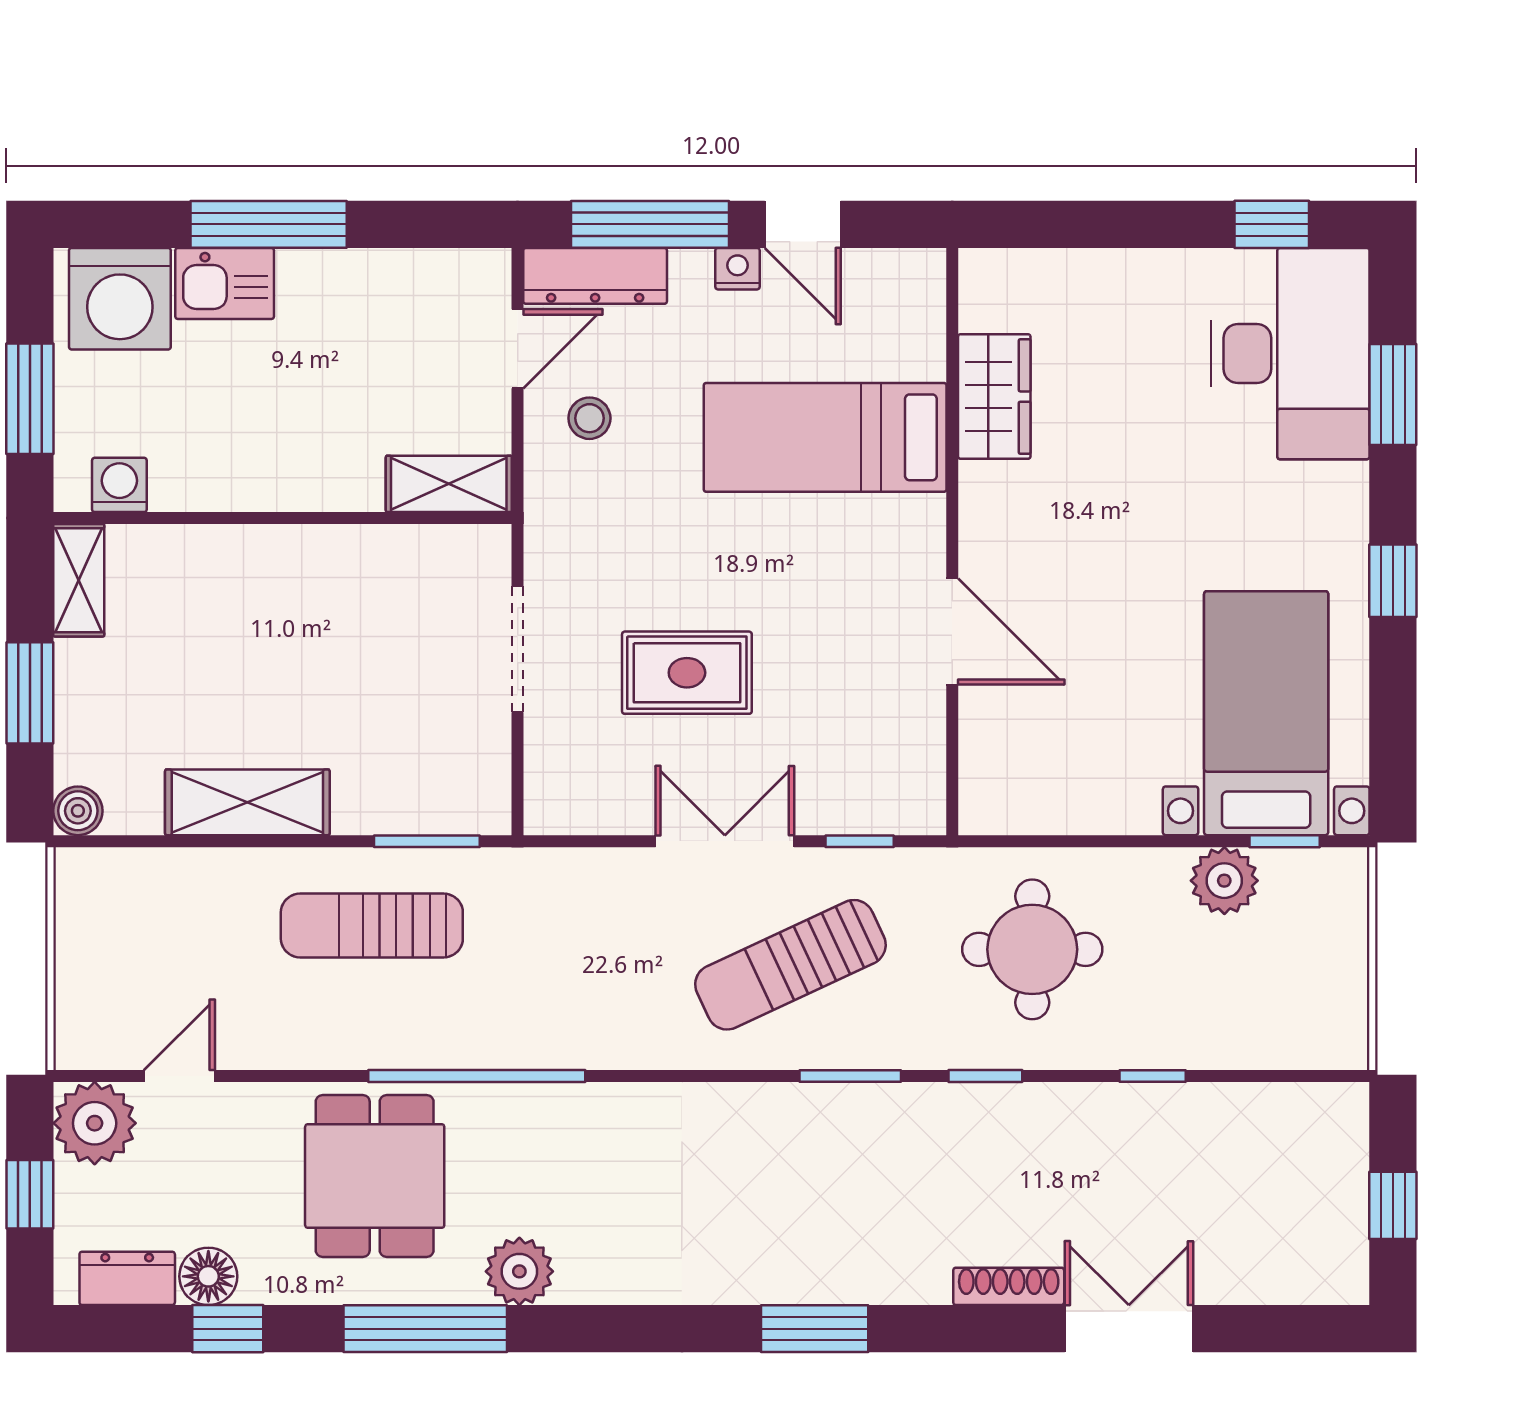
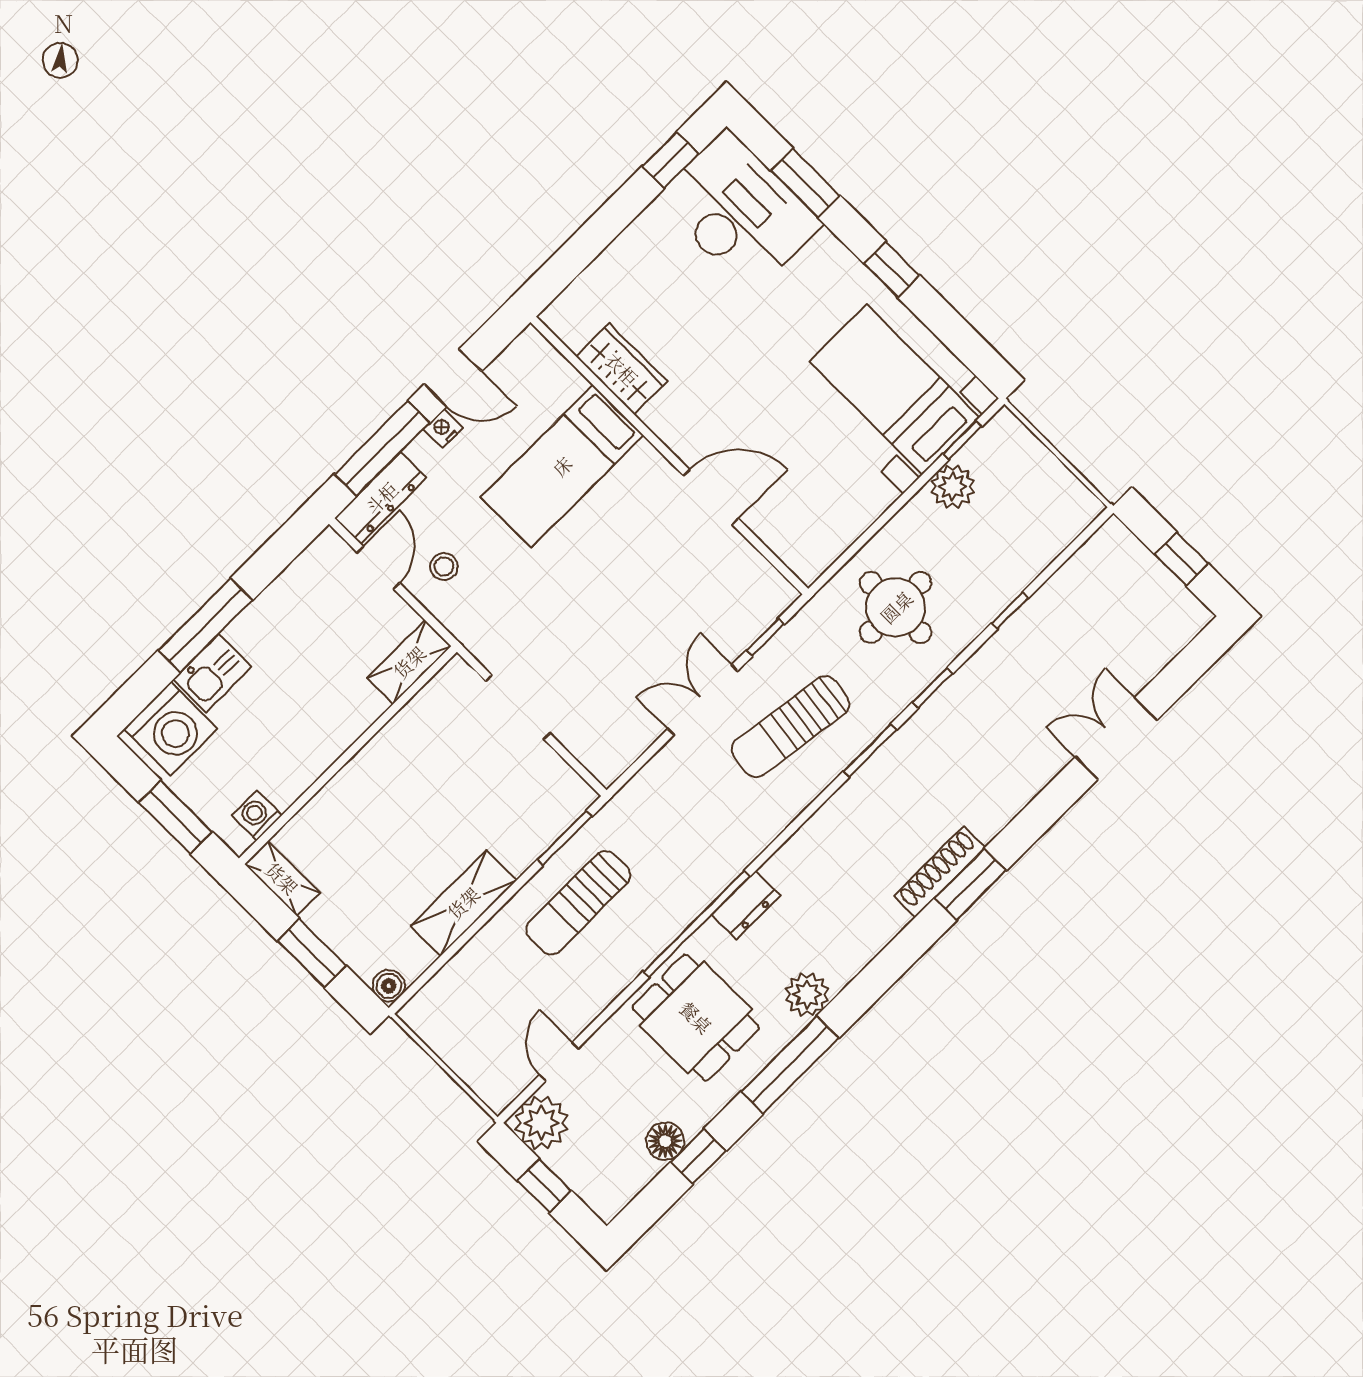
rug: (687, 673) -> (607, 639), removed
sun lounger: (790, 965) -> (791, 727), turned 33
dresser: (127, 1278) -> (746, 905), moved, turned 180
shoe rack: (1009, 1286) -> (940, 872), moved, width x1.36, depth x1.24

